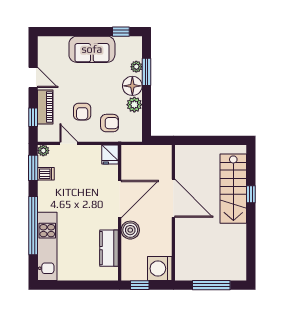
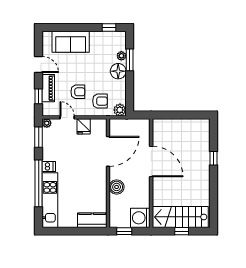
sofa: (92, 49) -> (71, 42), moved
plant: (134, 105) -> (120, 110), moved
armchair: (82, 112) -> (78, 92), turned -90
fridge: (110, 155) -> (84, 126), moved
dishwasher: (46, 174) -> (49, 167), moved
stairs: (233, 189) -> (180, 217), moved, turned 90
door: (120, 199) -> (108, 151), moved
kitchen counter: (109, 248) -> (92, 220), moved, turned 90
window: (211, 285) -> (182, 231), width x0.46

